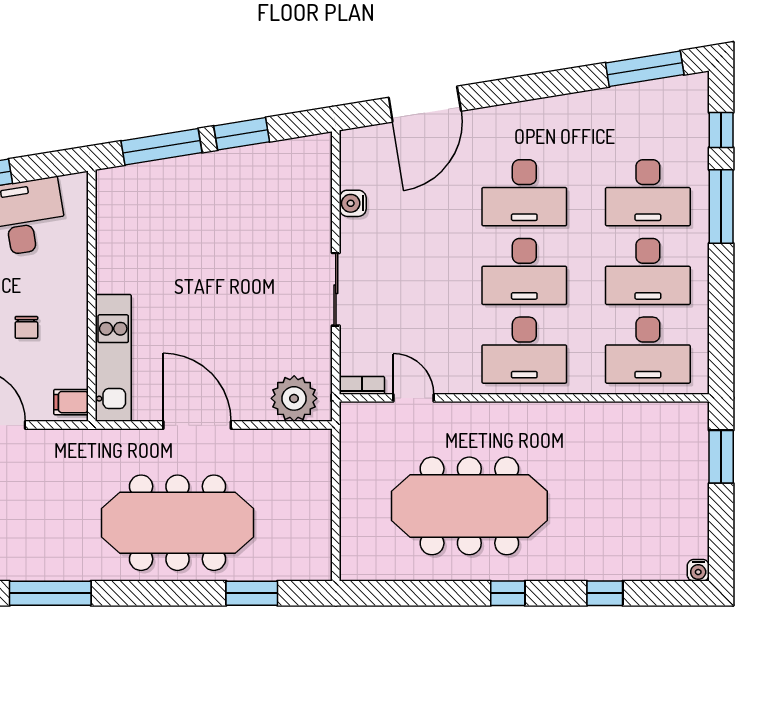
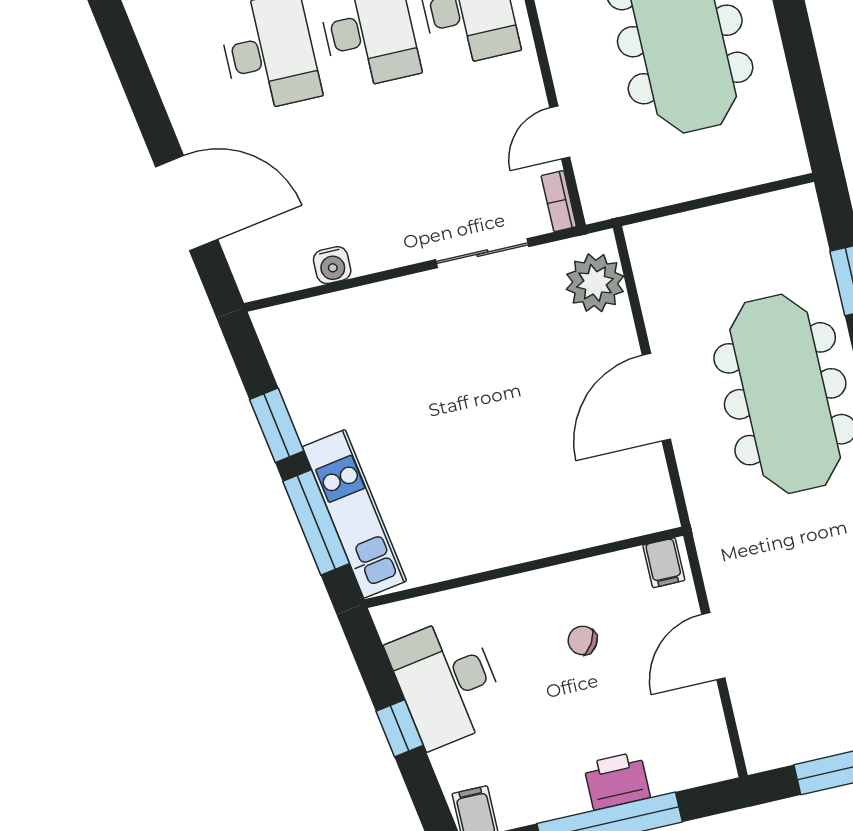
sliding door: (336, 289) -> (482, 253), moved
chair: (26, 327) -> (583, 640), turned -148
kitchen unit: (113, 358) -> (354, 514), moved, turned 81

